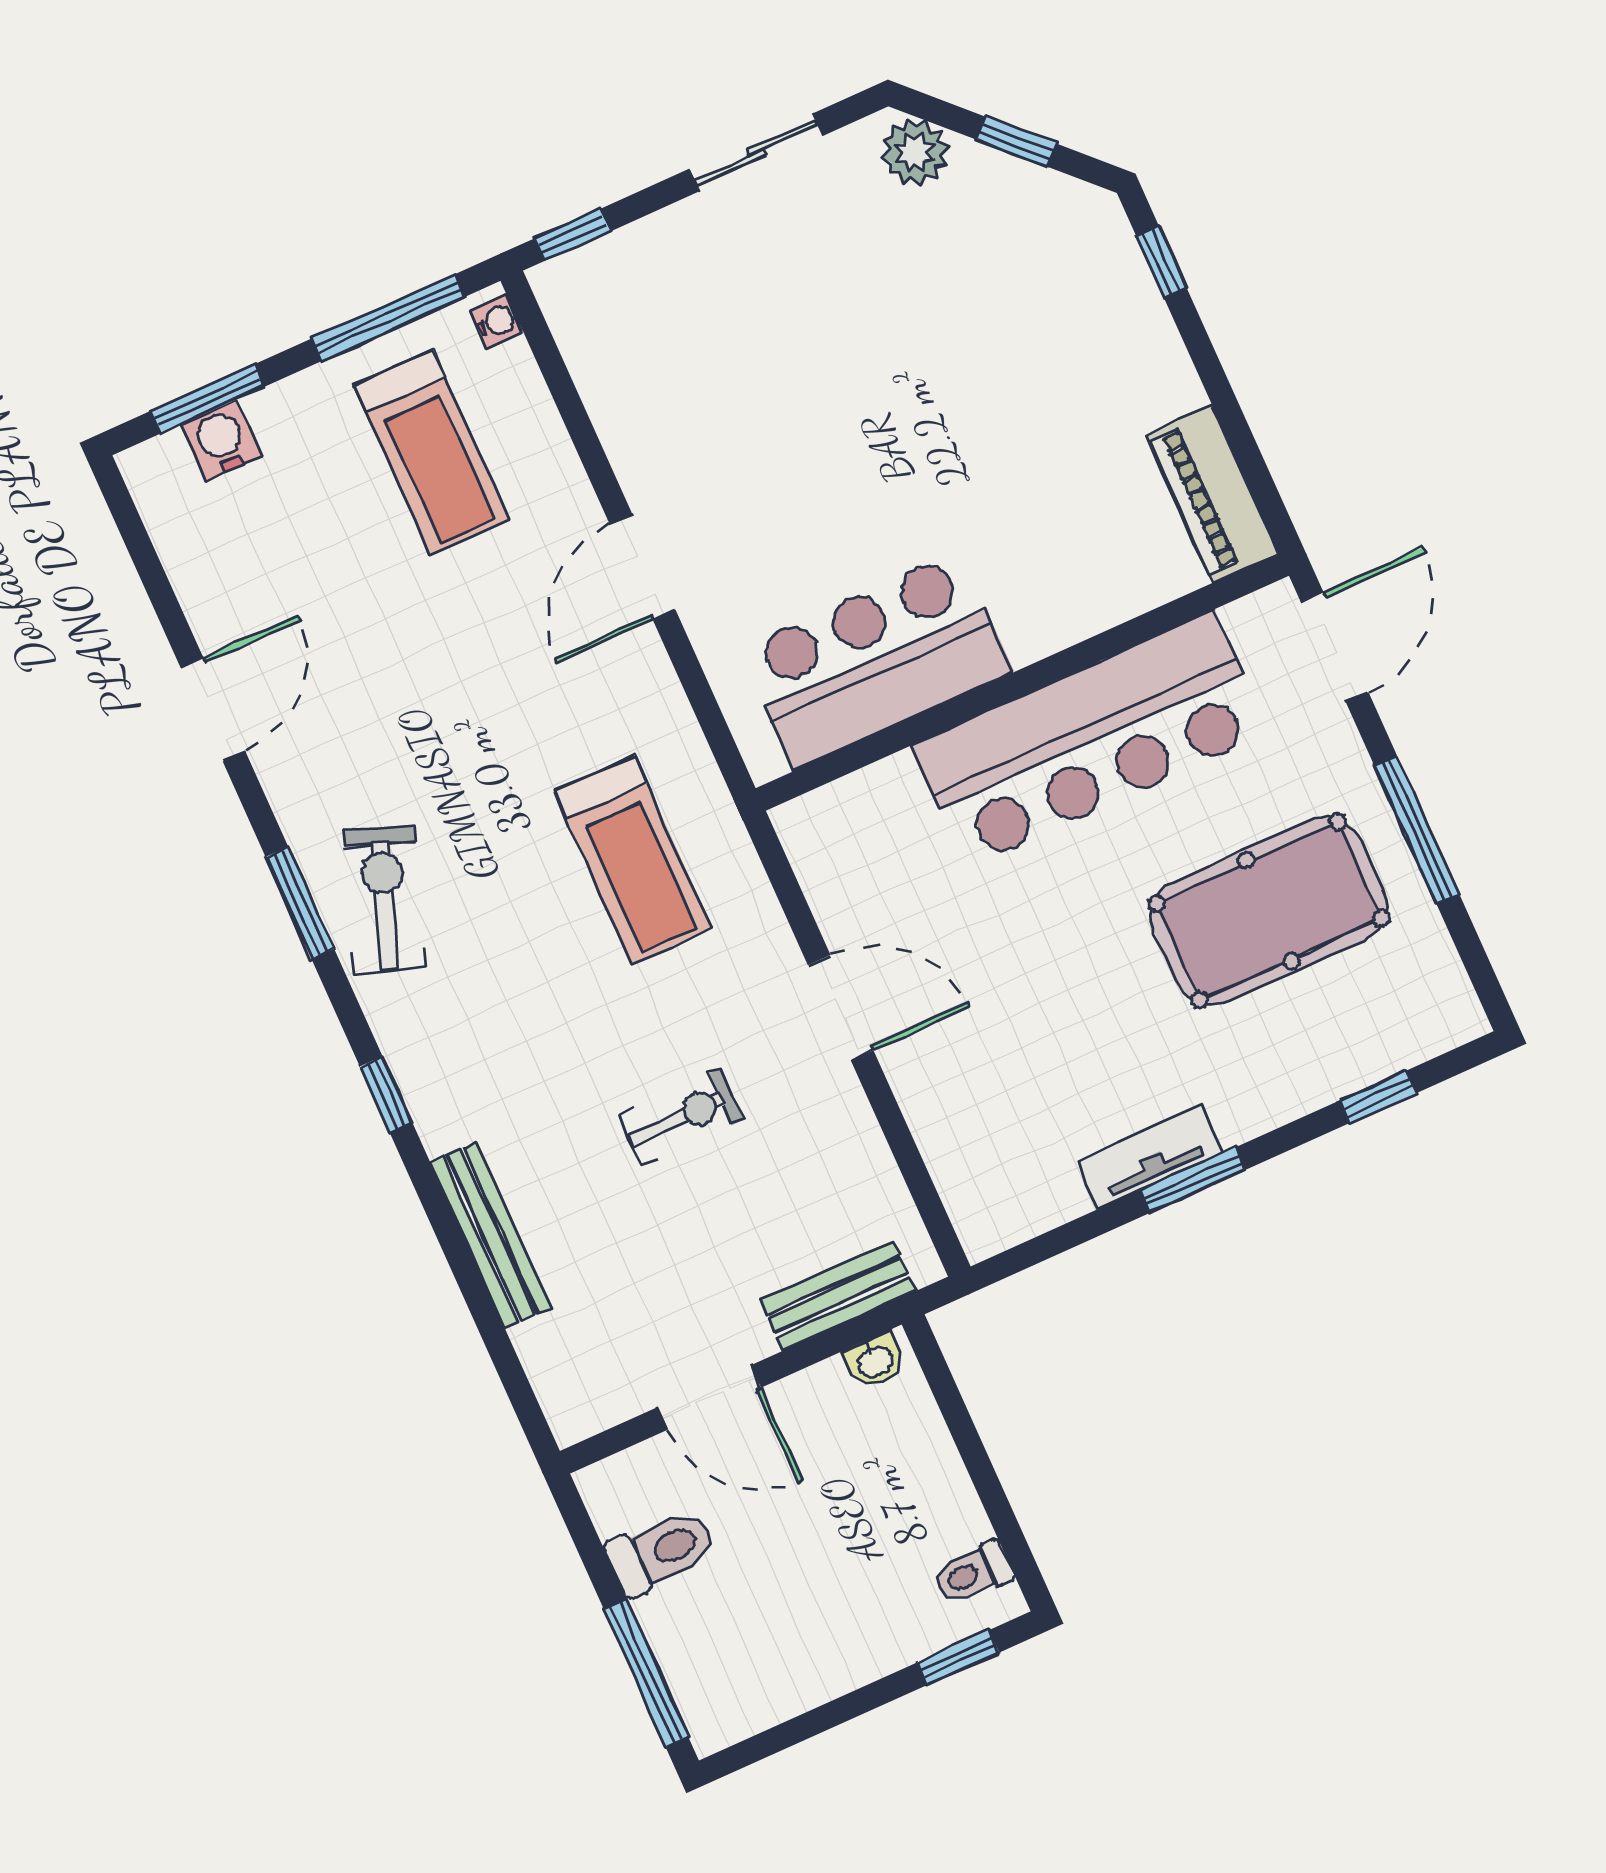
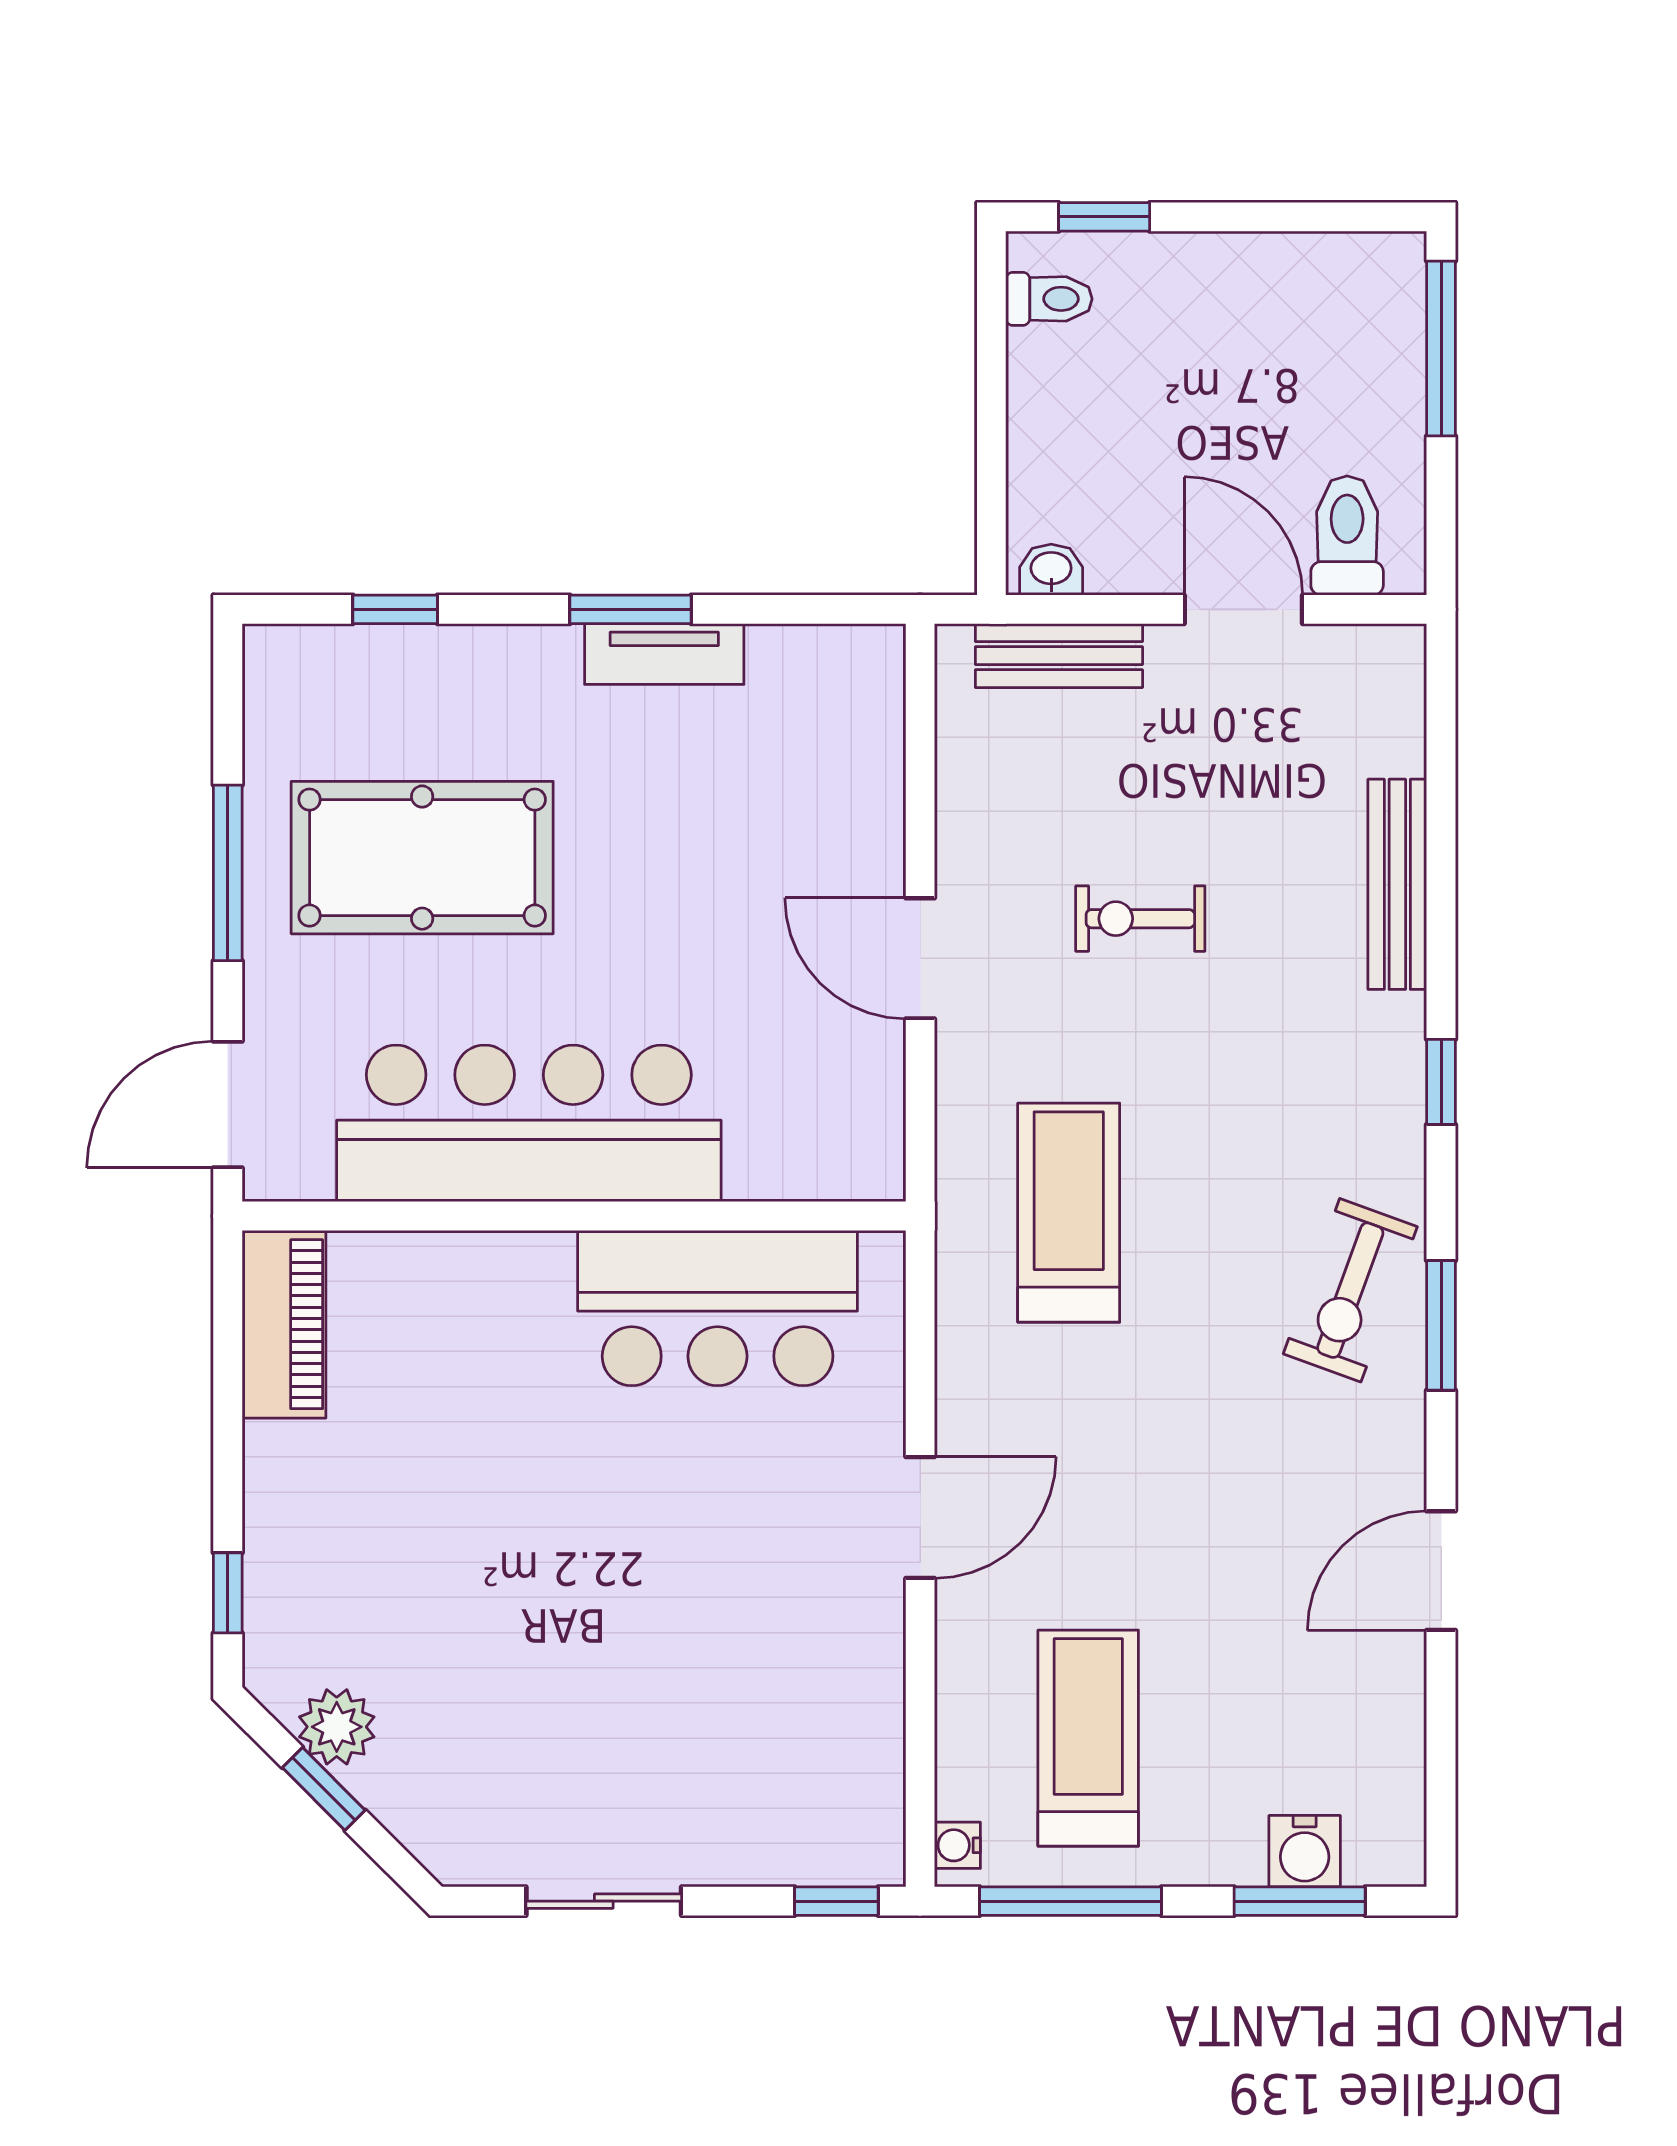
plant: (915, 152) -> (337, 1727), moved
toilet: (661, 1552) -> (1347, 535), moved, turned 90

